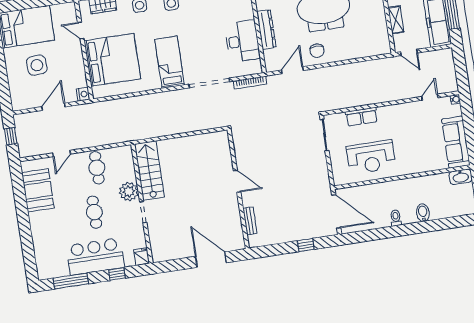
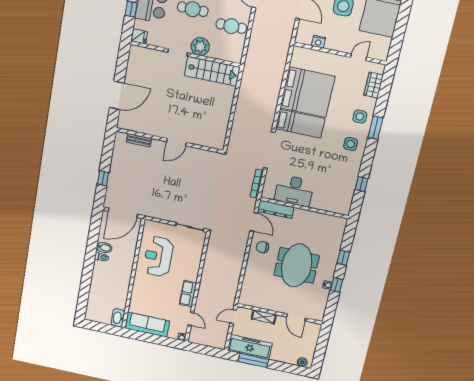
dresser: (266, 29) -> (276, 209), moved
bed: (112, 60) -> (307, 92), moved, turned -90
nightstand: (83, 94) -> (318, 42), moved
row of seats: (362, 117) -> (188, 294), moved
bidet: (423, 213) -> (104, 247), moved

